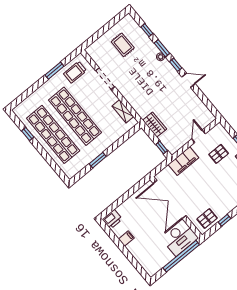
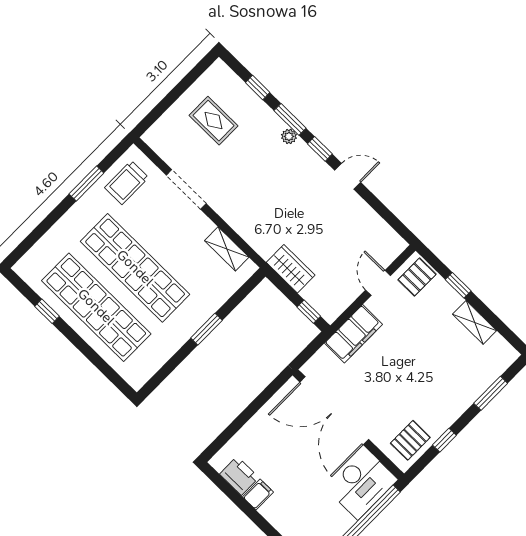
pallet: (219, 154) -> (417, 277), moved
window: (98, 160) -> (206, 329), moved
printer: (112, 219) -> (239, 476), moved, turned -90

